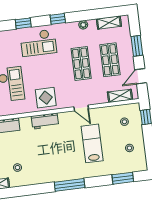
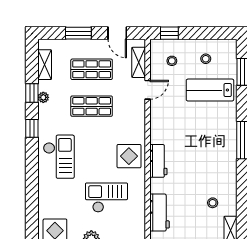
window: (23, 23) -> (32, 93), moved
door: (81, 108) -> (148, 90), moved
lab bench: (92, 143) -> (210, 90), moved

